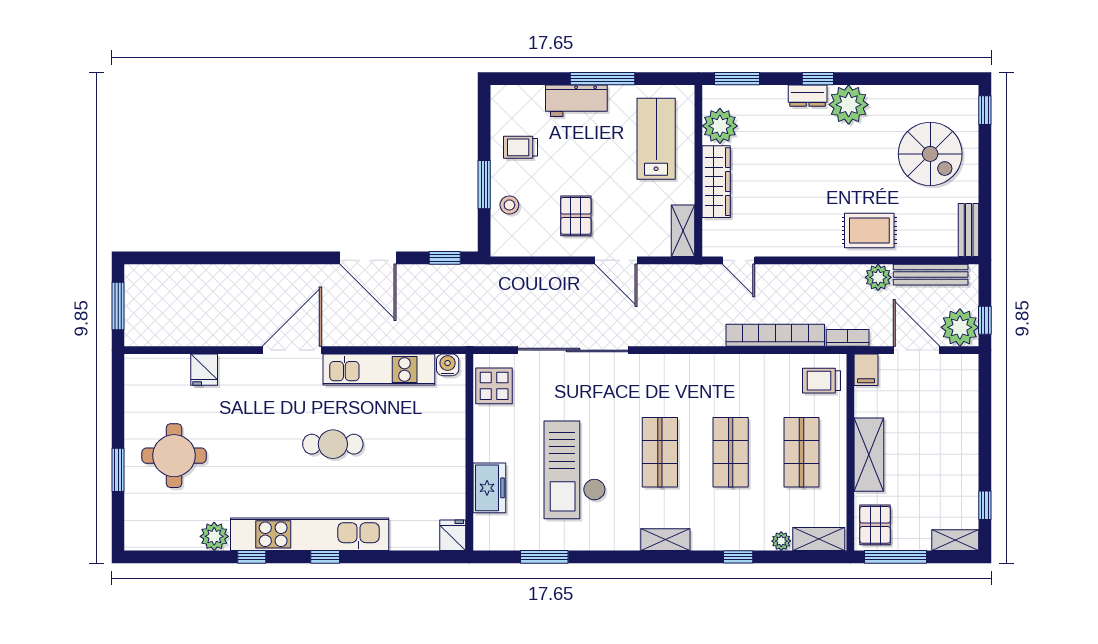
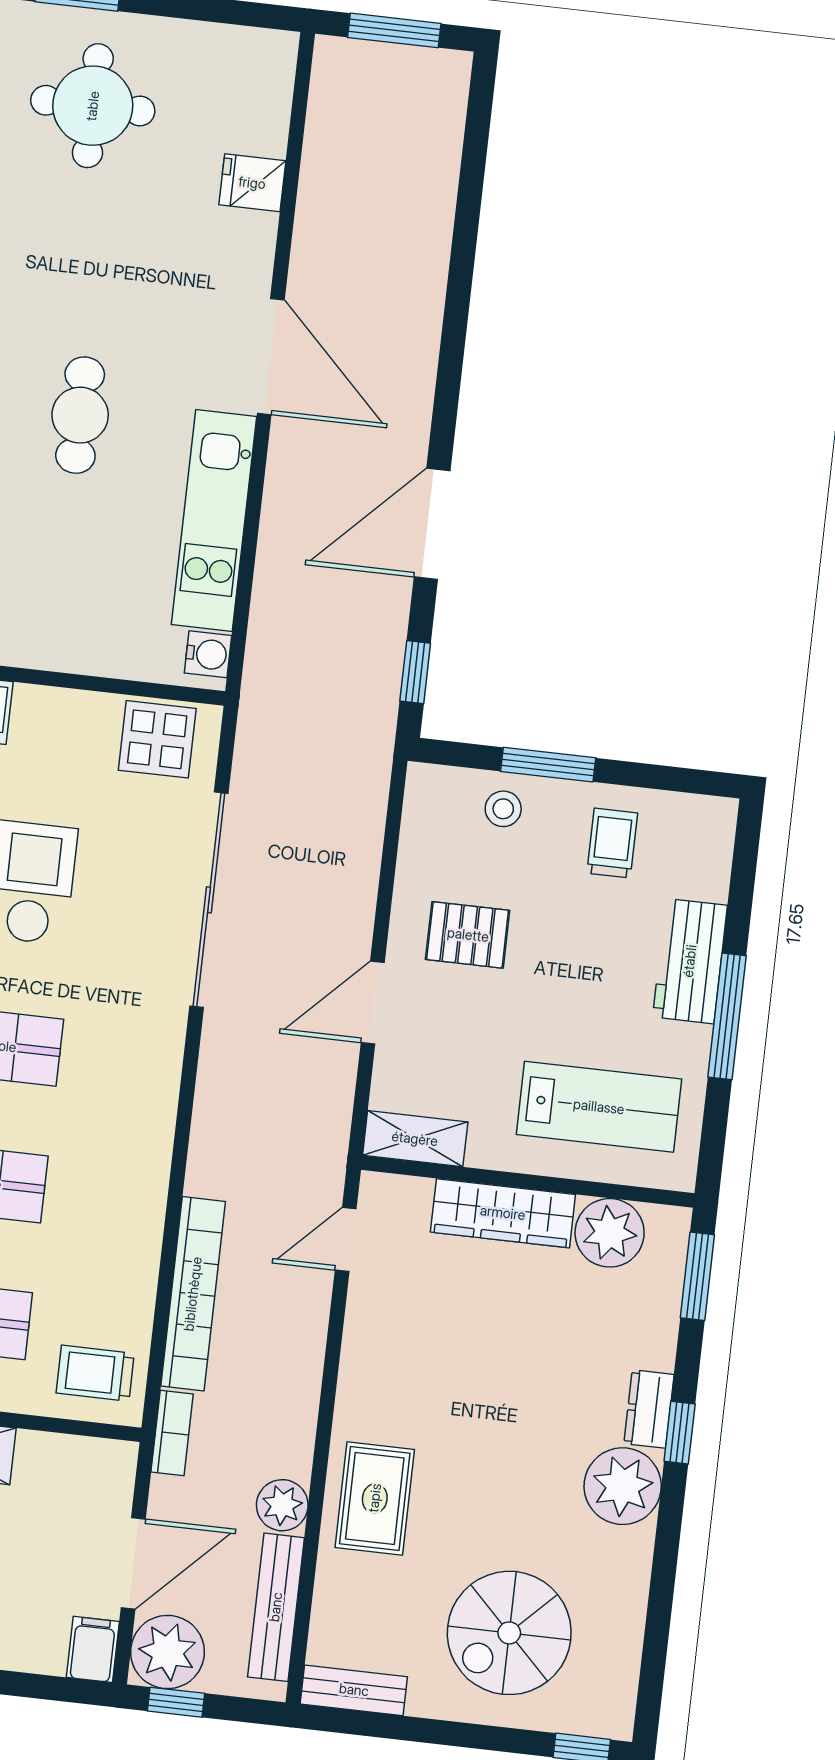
filing cabinet: (866, 370) -> (93, 1649), moved, turned 90
trolley: (822, 381) -> (95, 1373), turned -90

